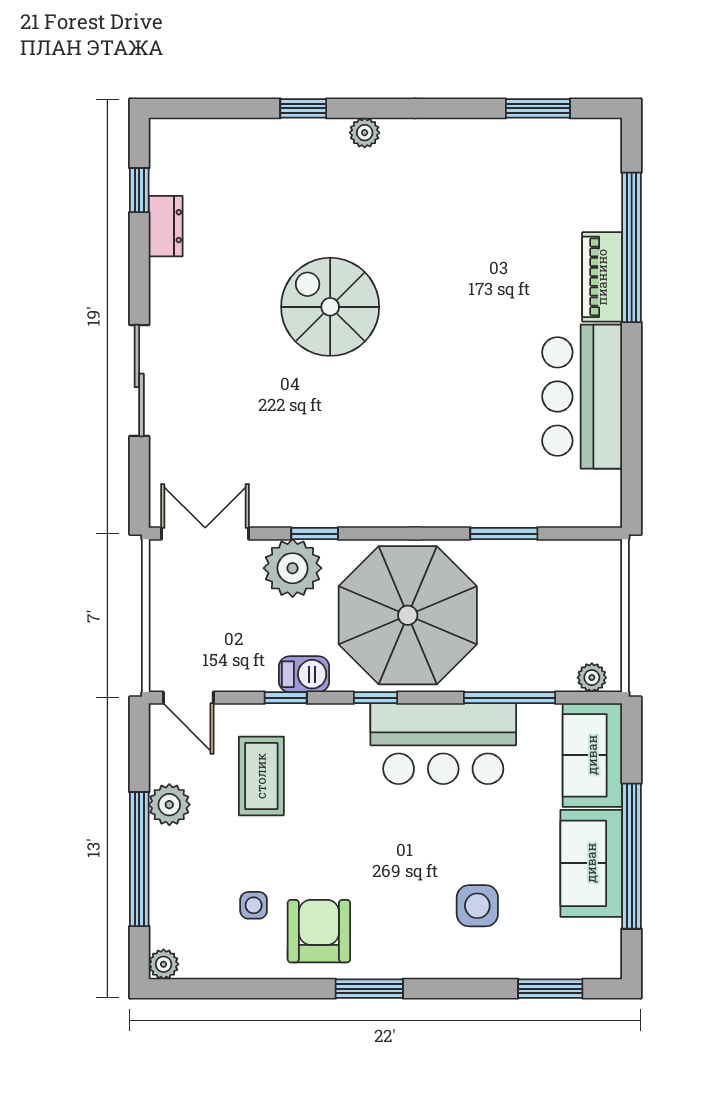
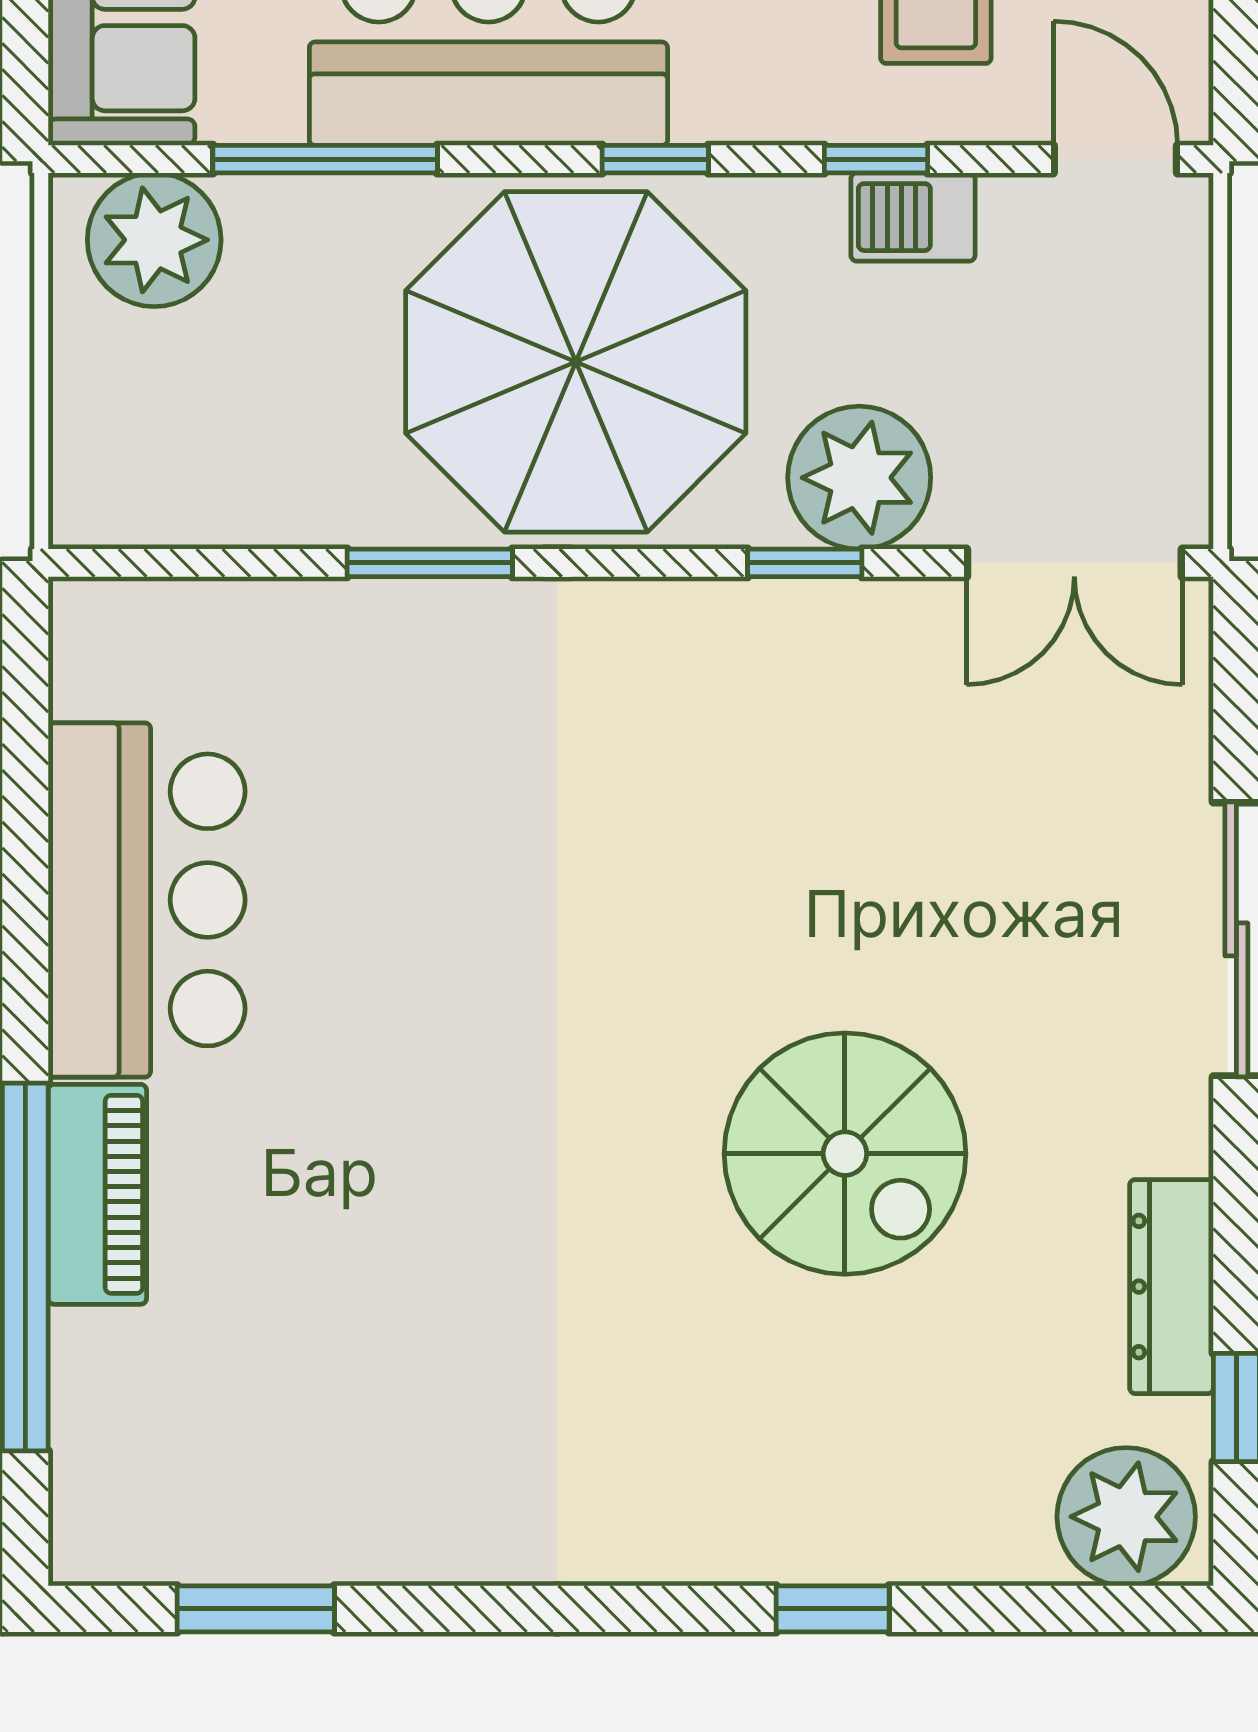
plant: (365, 133) -> (1126, 1517), moved, width x1.87, depth x1.87
dresser: (166, 226) -> (1172, 1287), width x1.44
spiral stairs: (330, 307) -> (845, 1154), moved
window: (504, 534) -> (430, 563), moved
barbecue: (304, 674) -> (913, 217), moved
plant: (592, 678) -> (154, 240), width x1.88, depth x1.88

